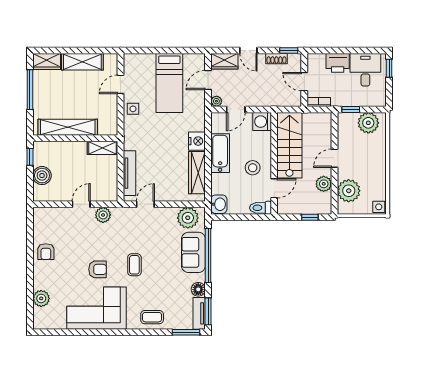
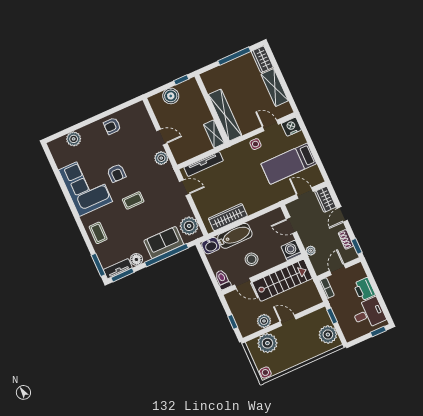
plant: (216, 101) -> (311, 251), moved
shelving: (68, 127) -> (225, 115), moved
nightstand: (197, 141) -> (291, 127), moved, turned 180
bathtub: (220, 153) -> (235, 236), moved

